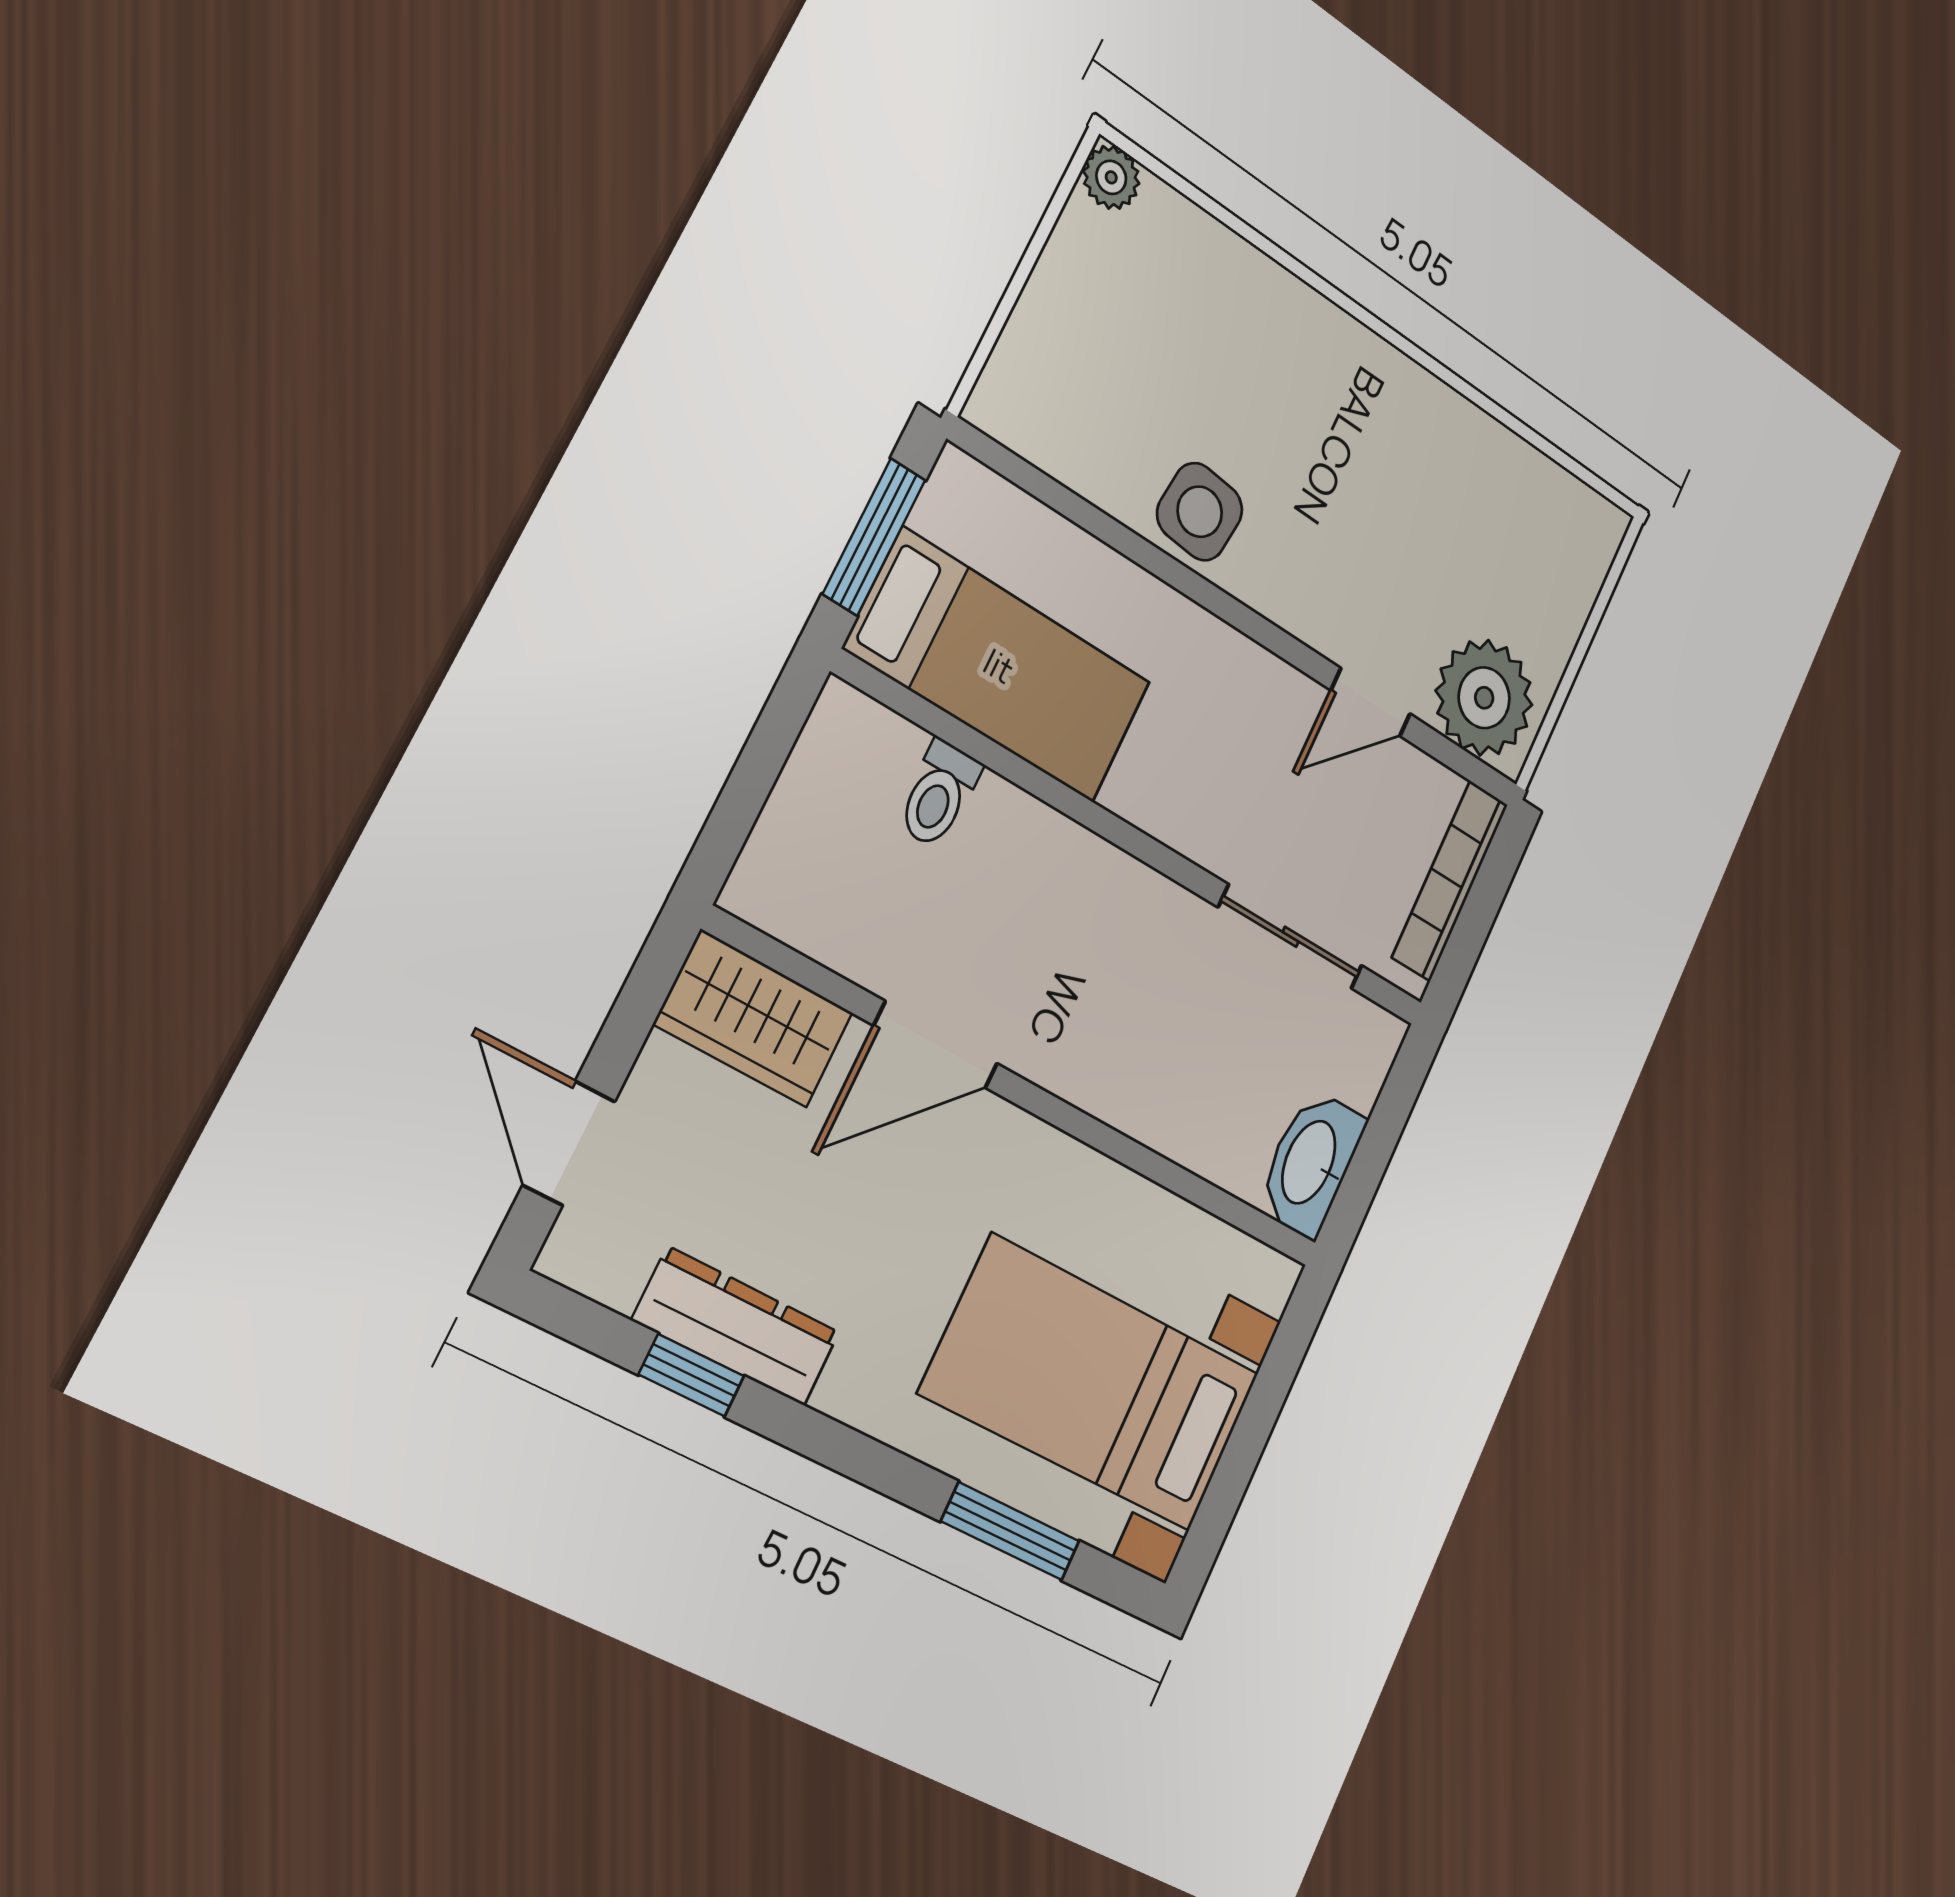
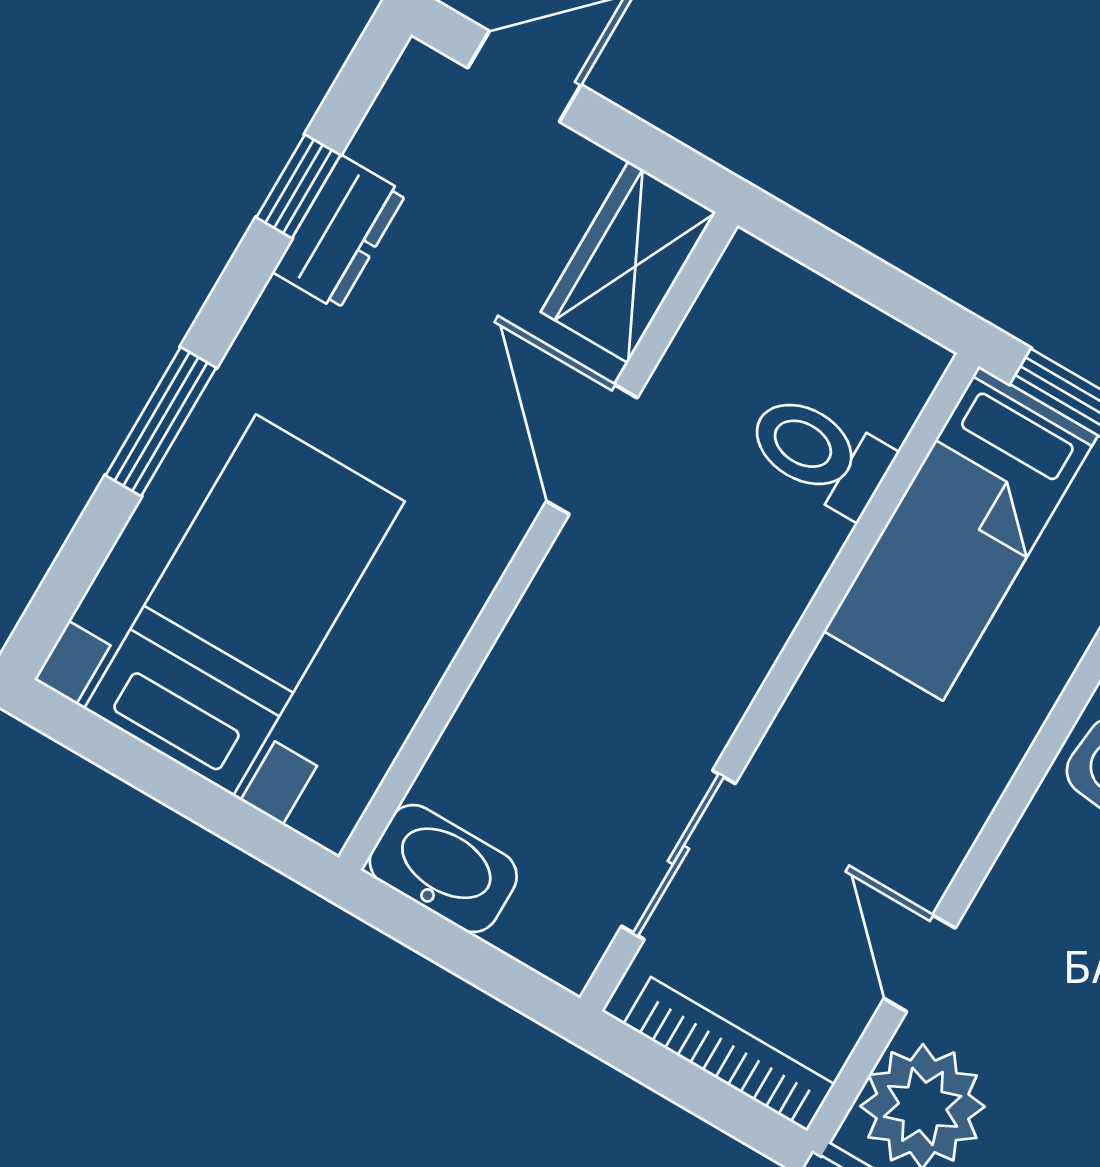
toilet: (939, 794) -> (820, 453), width x1.37, depth x1.39
dresser: (736, 1326) -> (340, 233), width x0.70
window: (1010, 1531) -> (161, 422), moved

